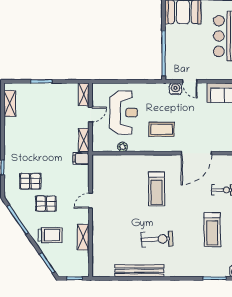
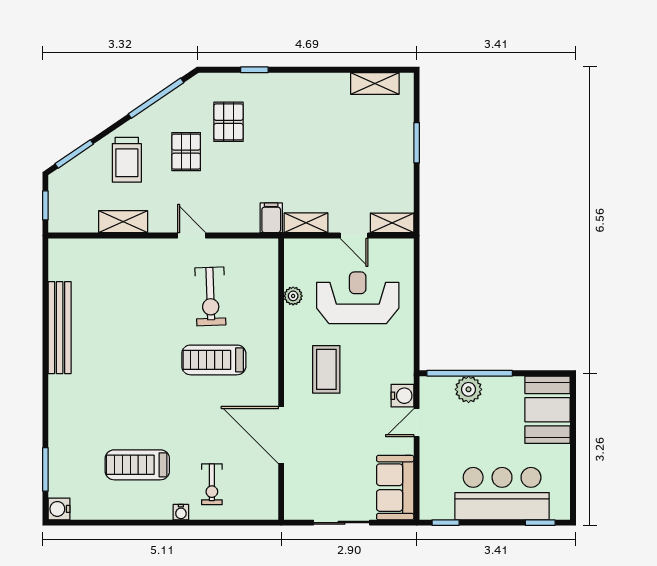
plant: (172, 54) -> (469, 389), added
reception desk: (124, 113) -> (358, 298), turned 180
exercise bike: (157, 239) -> (210, 296), moved

